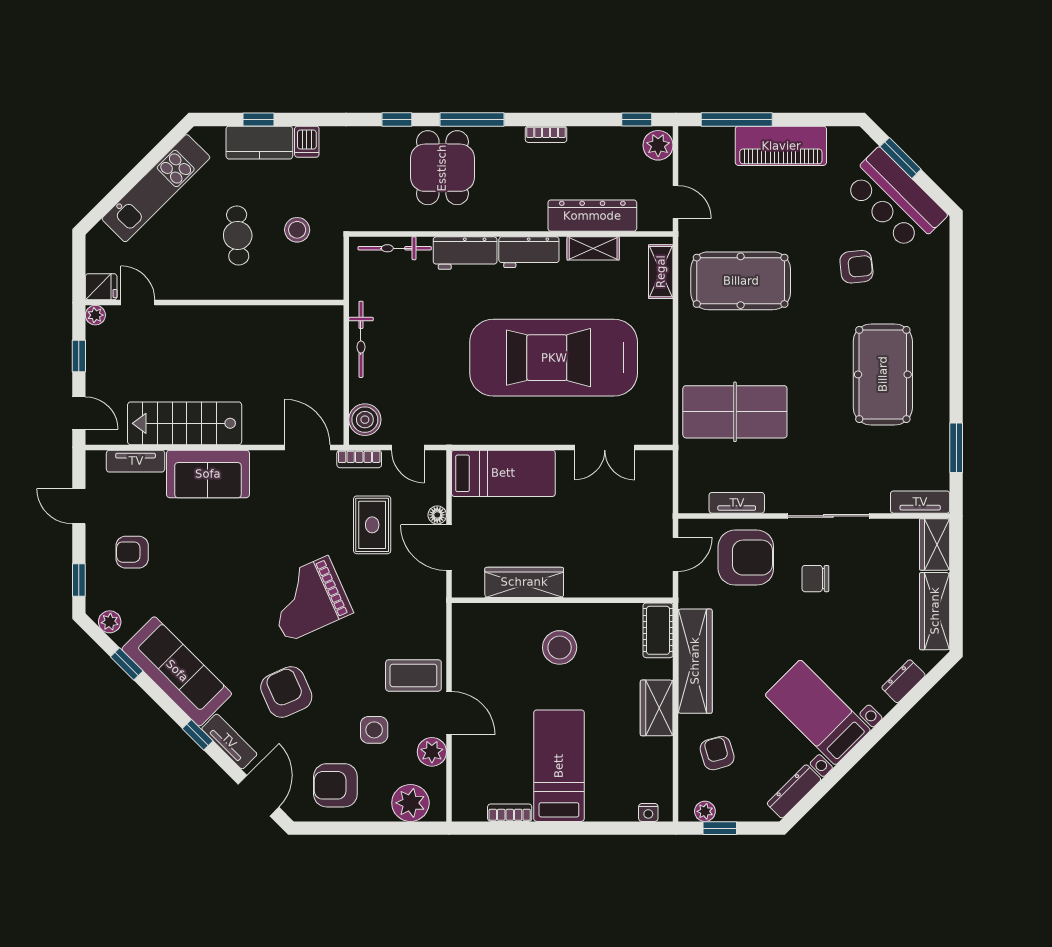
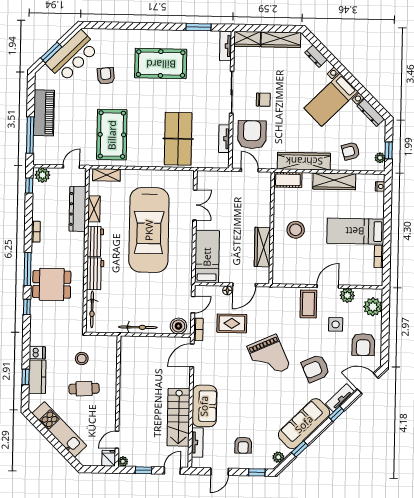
chair: (815, 579) -> (263, 100), turned -90
wardrobe: (657, 708) -> (334, 181), width x1.50

